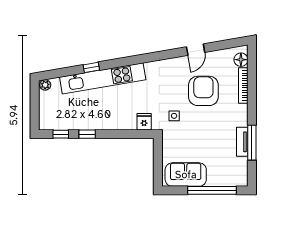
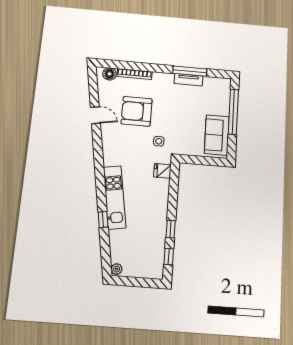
kitchen unit: (103, 78) -> (114, 197), width x0.73

